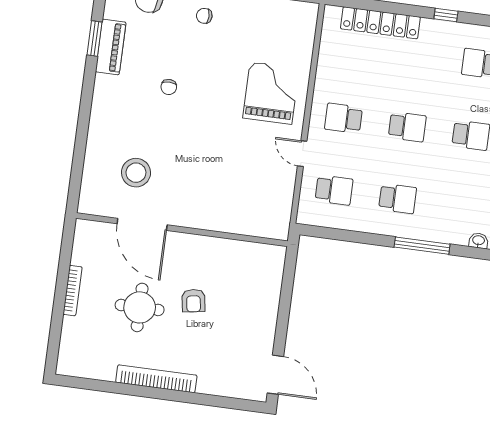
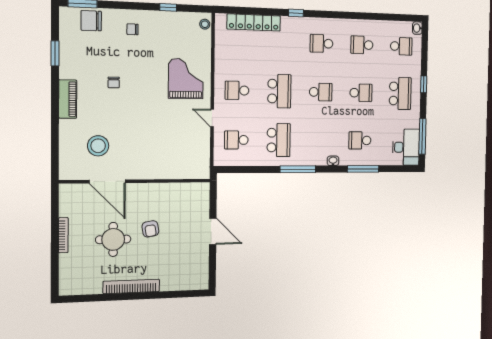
stool: (308, 18) -> (205, 24), added
piano: (111, 47) -> (68, 99), moved
school desk: (407, 127) -> (279, 91), width x1.85
school desk: (334, 190) -> (236, 140), turned 180
school desk: (398, 199) -> (279, 140), width x1.85
door: (275, 375) -> (213, 231), moved

